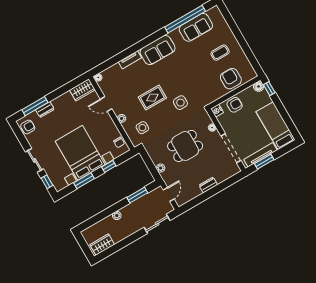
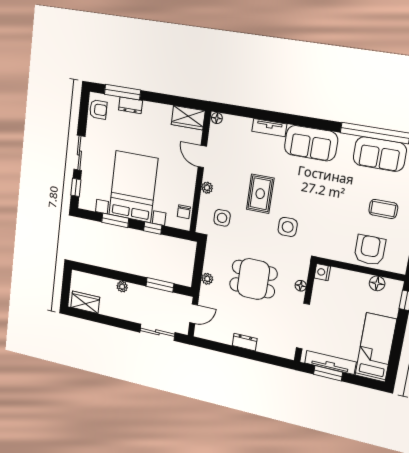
floor lamp: (259, 86) -> (377, 283), moved
rug: (152, 98) -> (260, 194), turned 90
armchair: (235, 105) -> (348, 283), removed

